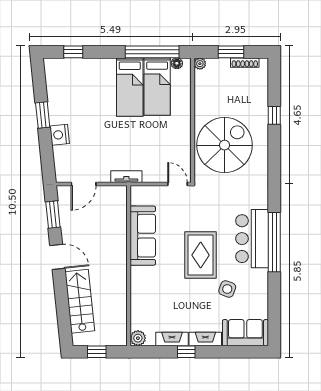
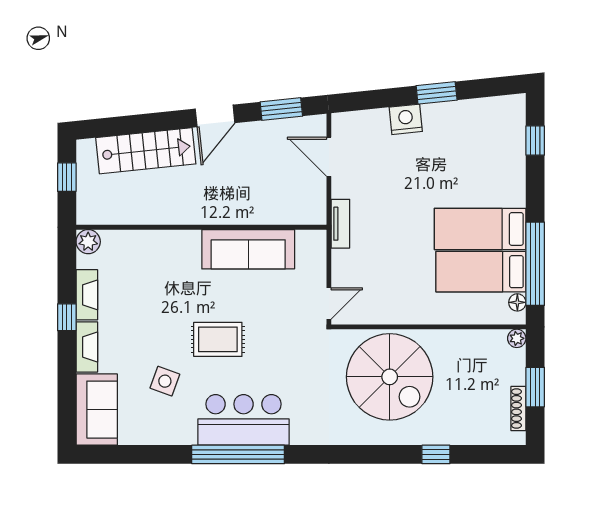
rug: (201, 255) -> (218, 339), width x0.73, depth x0.70

